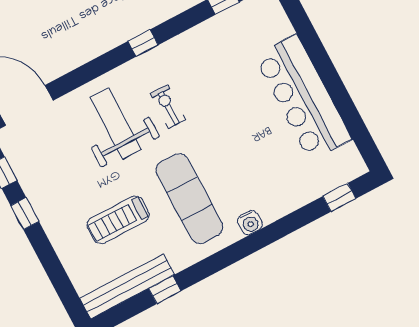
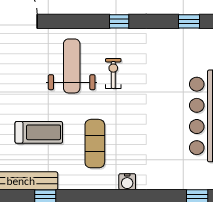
exercise mat: (189, 199) -> (95, 144), width x0.73, depth x0.69
treadmill: (118, 220) -> (39, 132), turned 180

